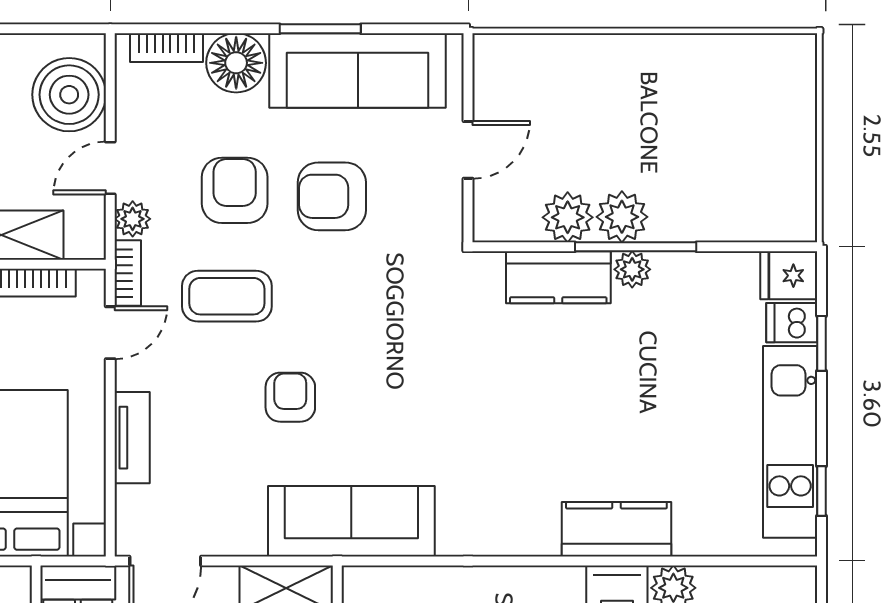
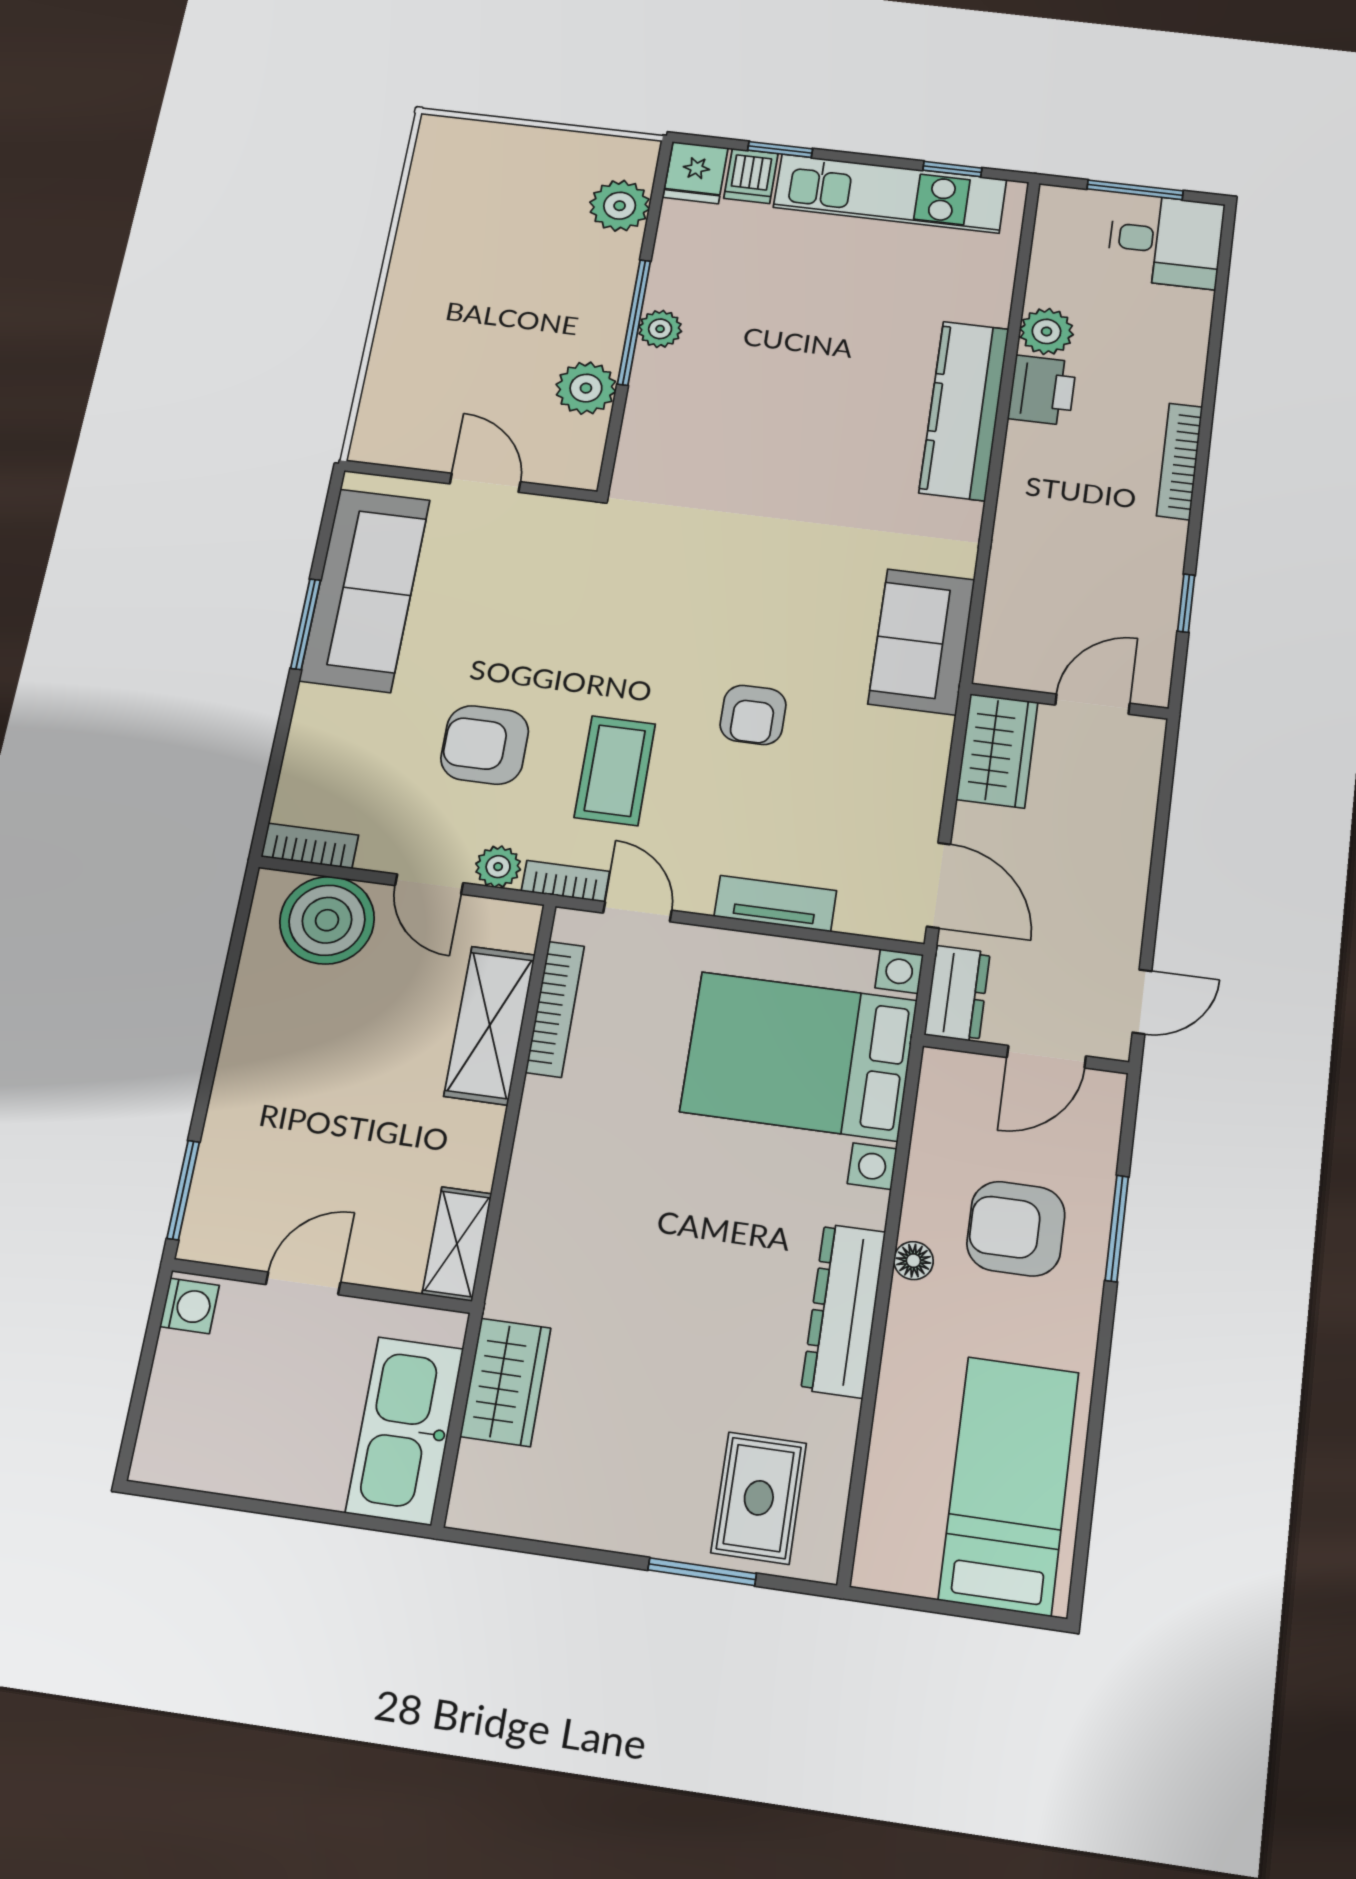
bookcase: (166, 48) -> (310, 846), moved, turned -90
floor lamp: (236, 63) -> (327, 723), removed
armchair: (332, 196) -> (513, 637), removed
plant: (622, 217) -> (620, 206), moved
kitchen counter: (558, 277) -> (656, 406), removed
armchair: (290, 397) -> (753, 715), turned -90
sofa: (351, 521) -> (921, 642), width x0.73
kitchen counter: (616, 529) -> (964, 410), width x1.50

